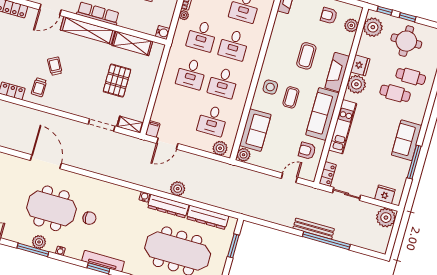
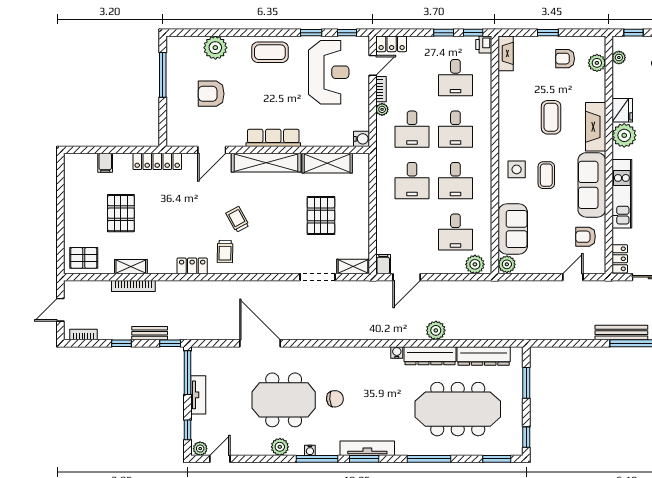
plant: (373, 27) -> (619, 58), width x0.53, depth x0.53
window: (33, 250) -> (317, 459), moved

